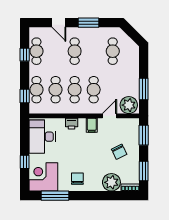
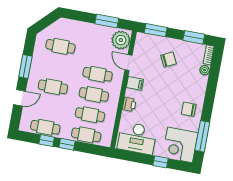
window: (25, 96) -> (67, 144), moved
plant: (111, 182) -> (205, 70), width x0.53, depth x0.53

